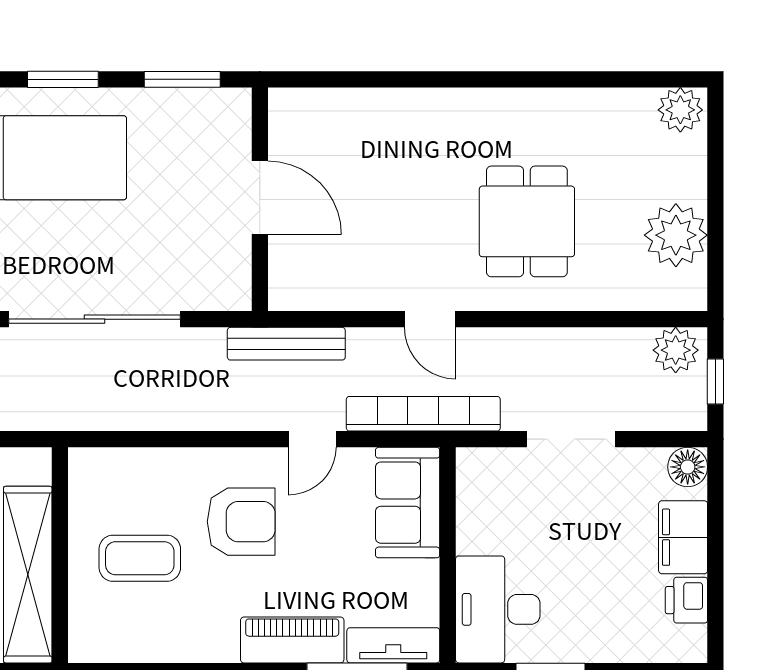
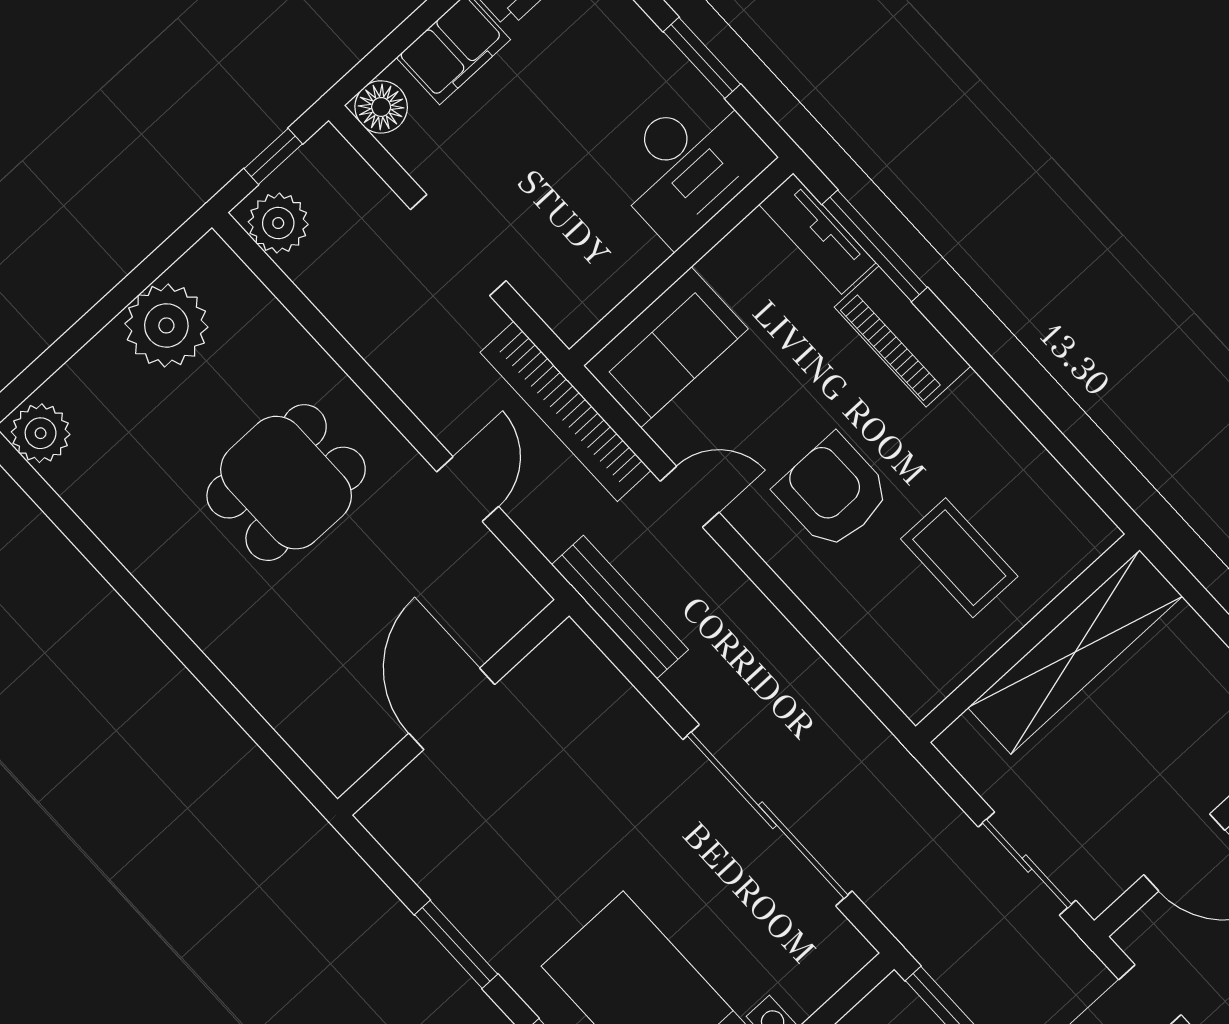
door: (260, 198) -> (452, 709), moved
wall: (260, 199) -> (453, 707), moved

